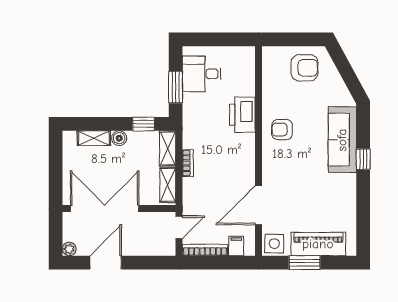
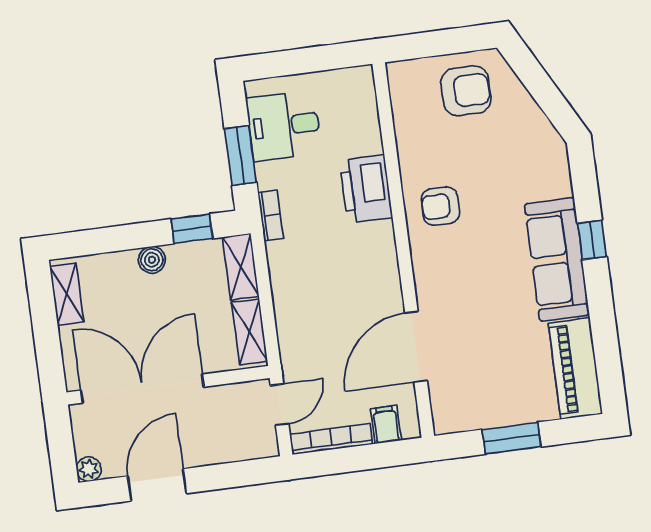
shelving: (94, 138) -> (67, 294), moved, turned 90
sofa: (342, 140) -> (557, 259), moved
bookcase: (188, 163) -> (270, 215), moved
side table: (274, 244) -> (453, 411), removed
piano: (318, 244) -> (575, 368), moved, turned -90

